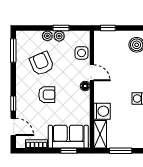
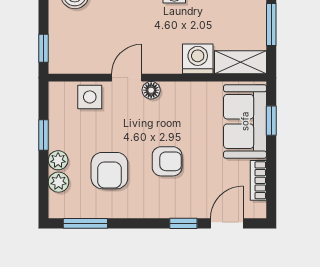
plant: (59, 36) -> (59, 182), moved
armchair: (42, 64) -> (109, 171), turned -67
armchair: (47, 95) -> (167, 161), turned 90

